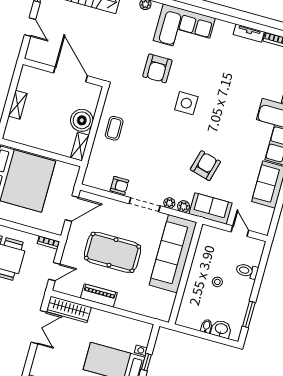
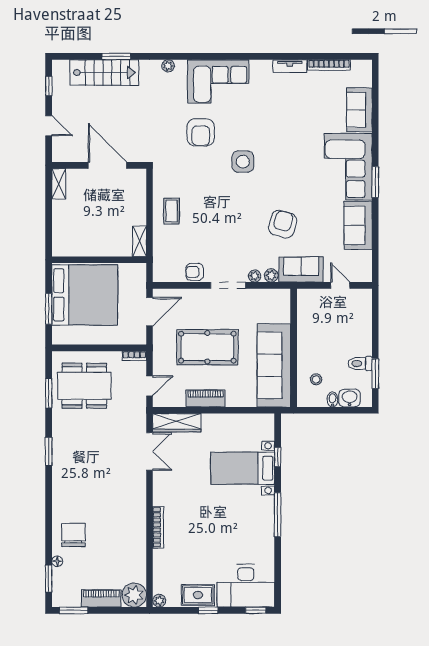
shelving: (18, 105) -> (59, 184), moved
boiler: (82, 120) -> (134, 212), removed
armchair: (119, 185) -> (195, 272), turned 180
sofa: (173, 254) -> (274, 365), moved
toilet: (247, 271) -> (360, 363), moved
stool: (217, 282) -> (316, 379), moved

